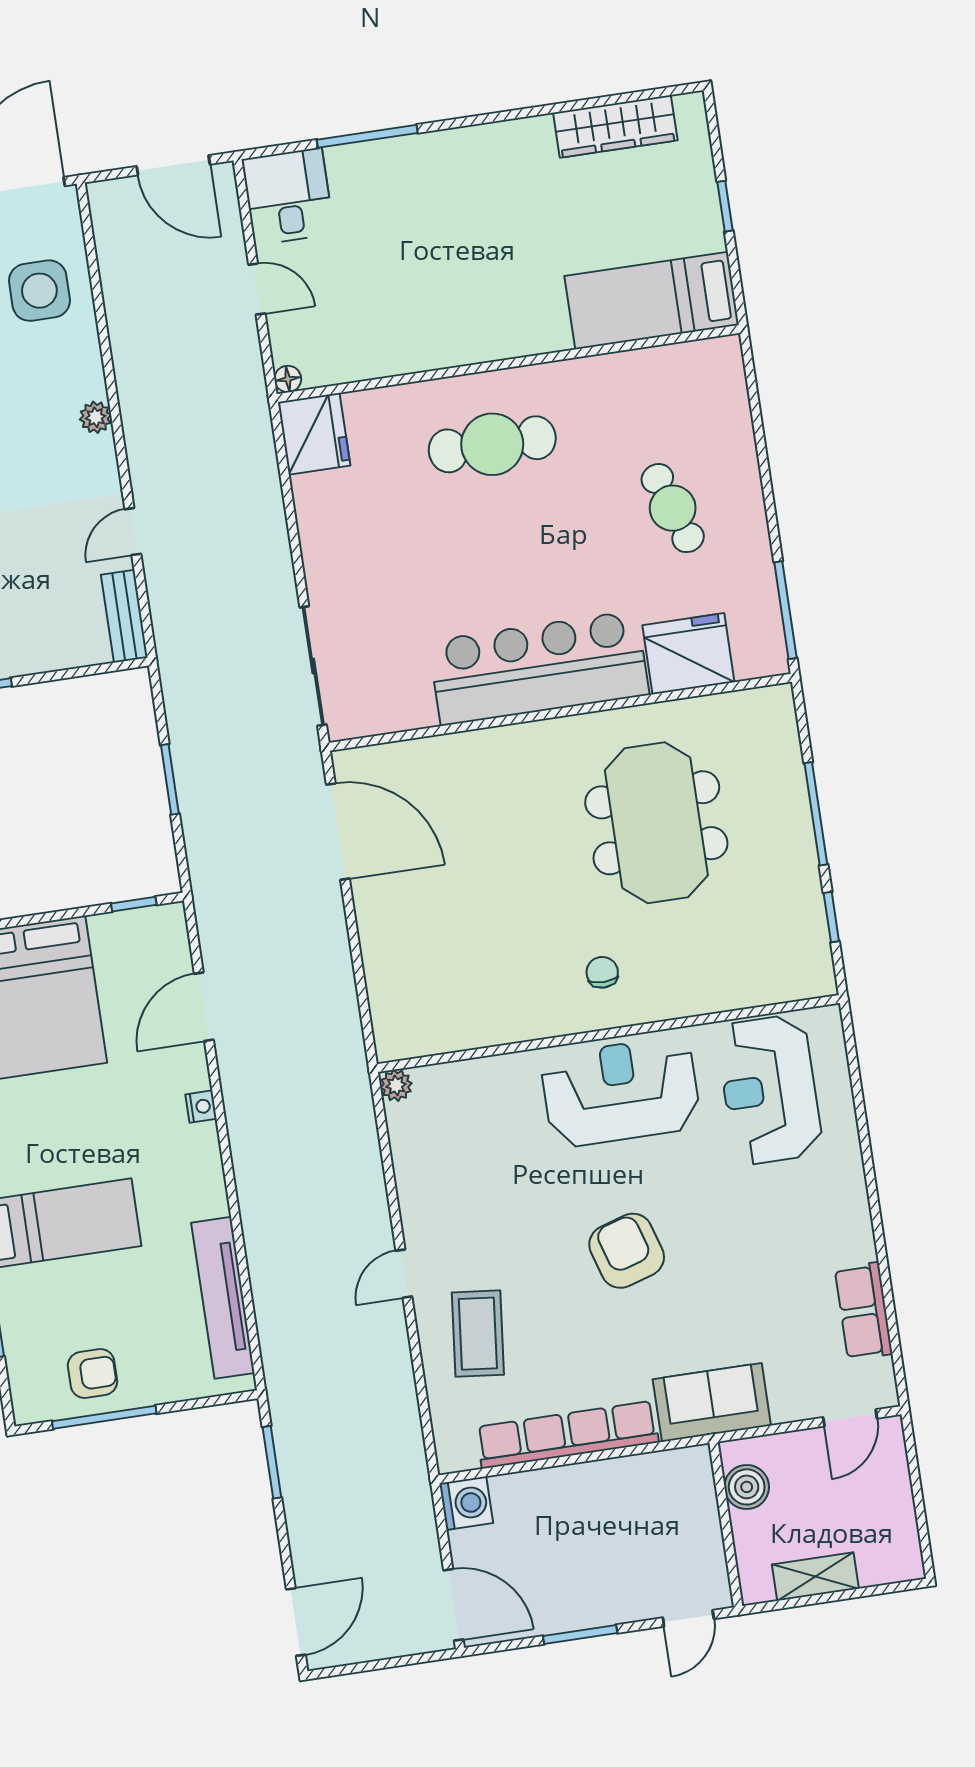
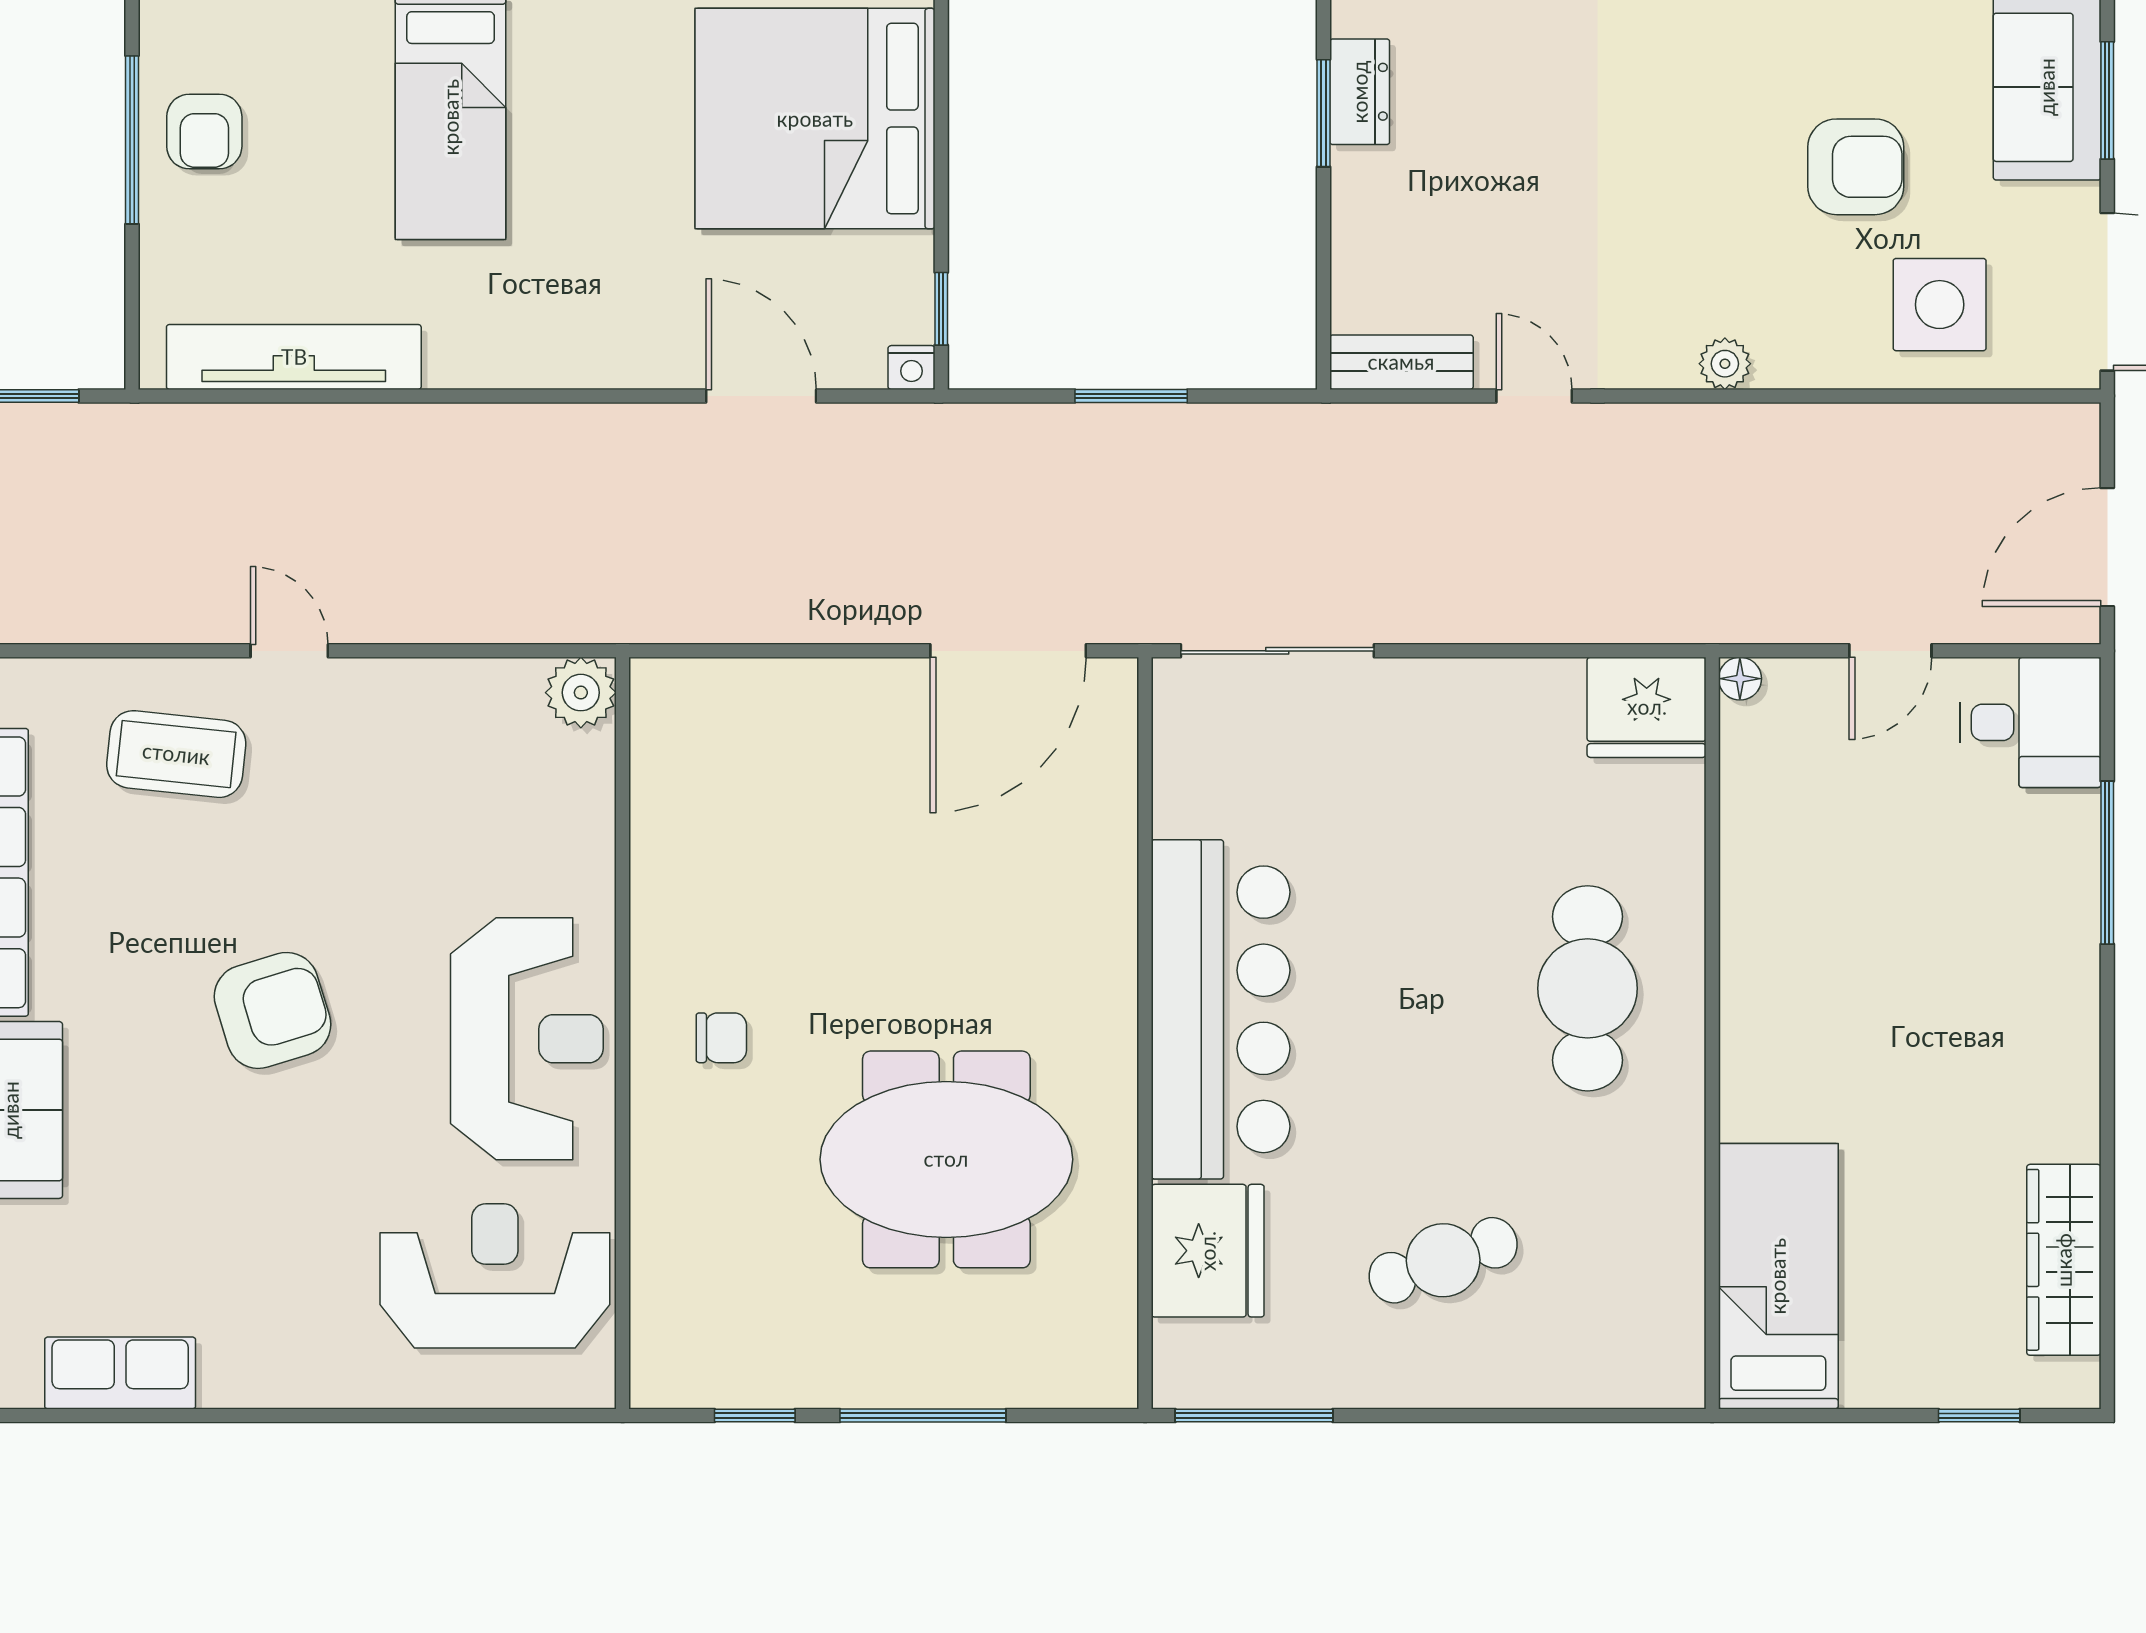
window: (725, 206) -> (1979, 1415), moved
plant: (396, 1085) -> (581, 693), width x1.38, depth x1.38
nightstand: (201, 1107) -> (911, 368), moved

